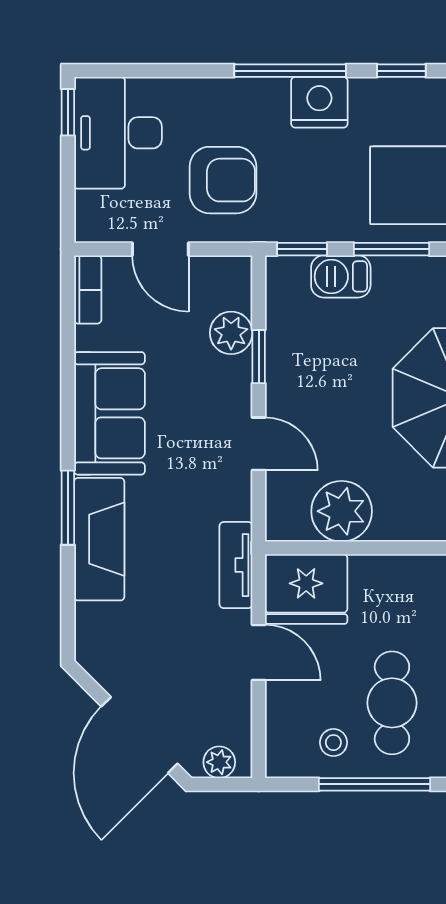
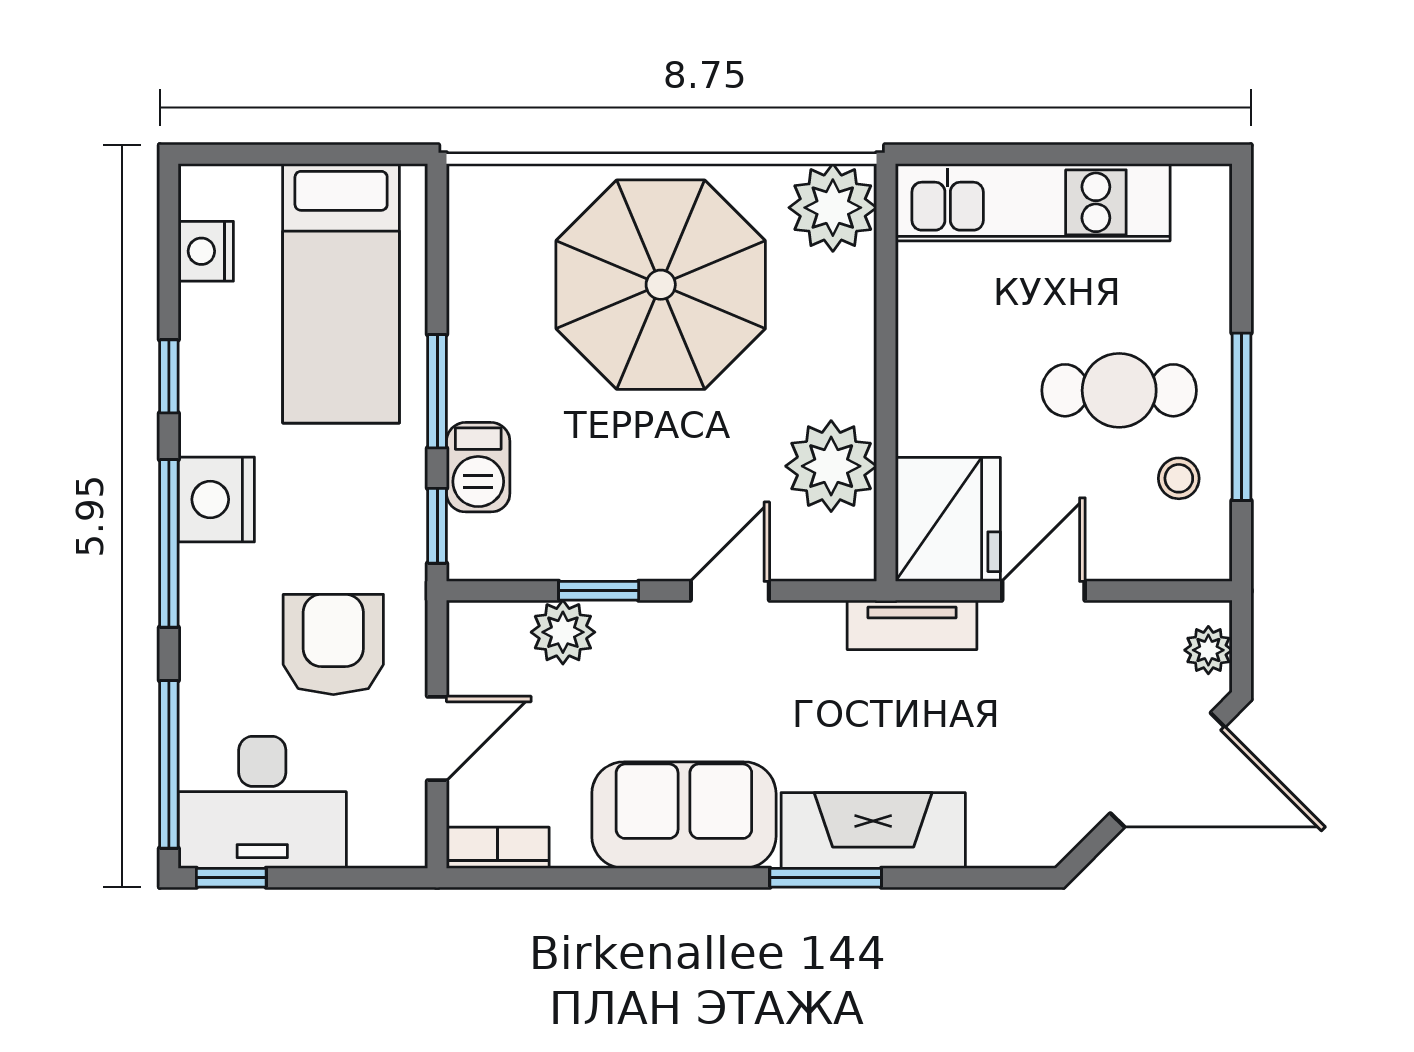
window: (143, 71) -> (169, 764), added

